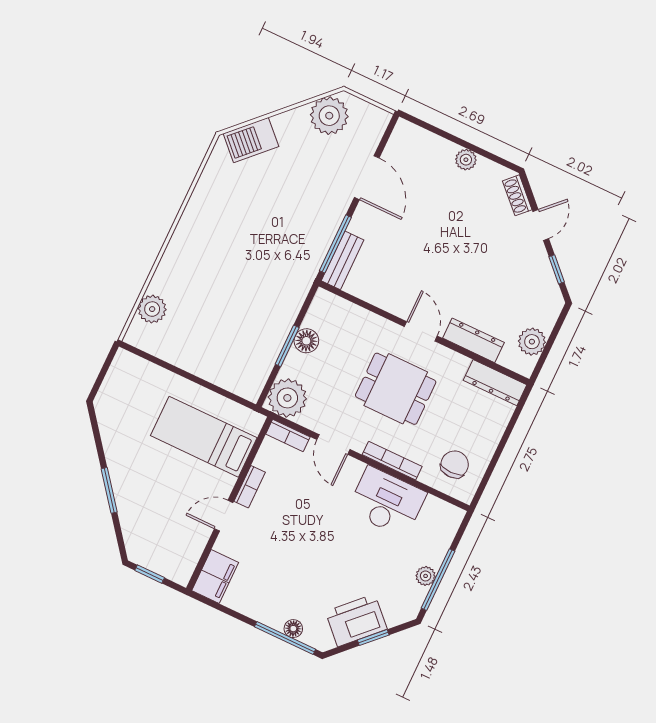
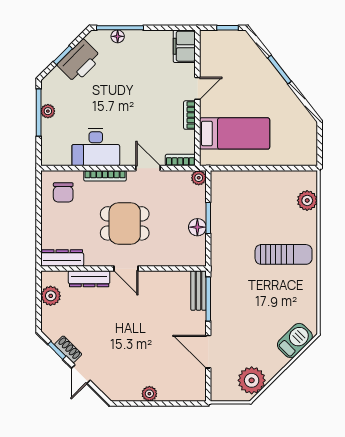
shoe rack: (517, 195) -> (68, 349), moved
sun lounger: (214, 255) -> (284, 254), added
plant: (287, 398) -> (199, 178), width x0.53, depth x0.53

